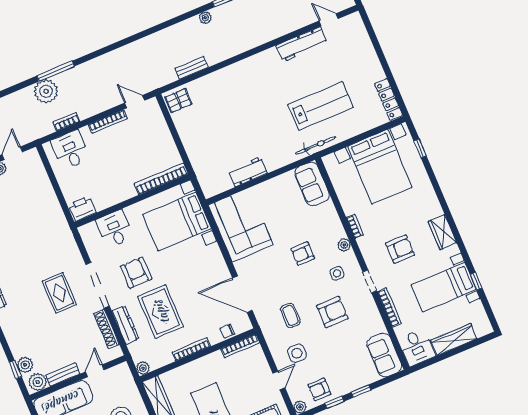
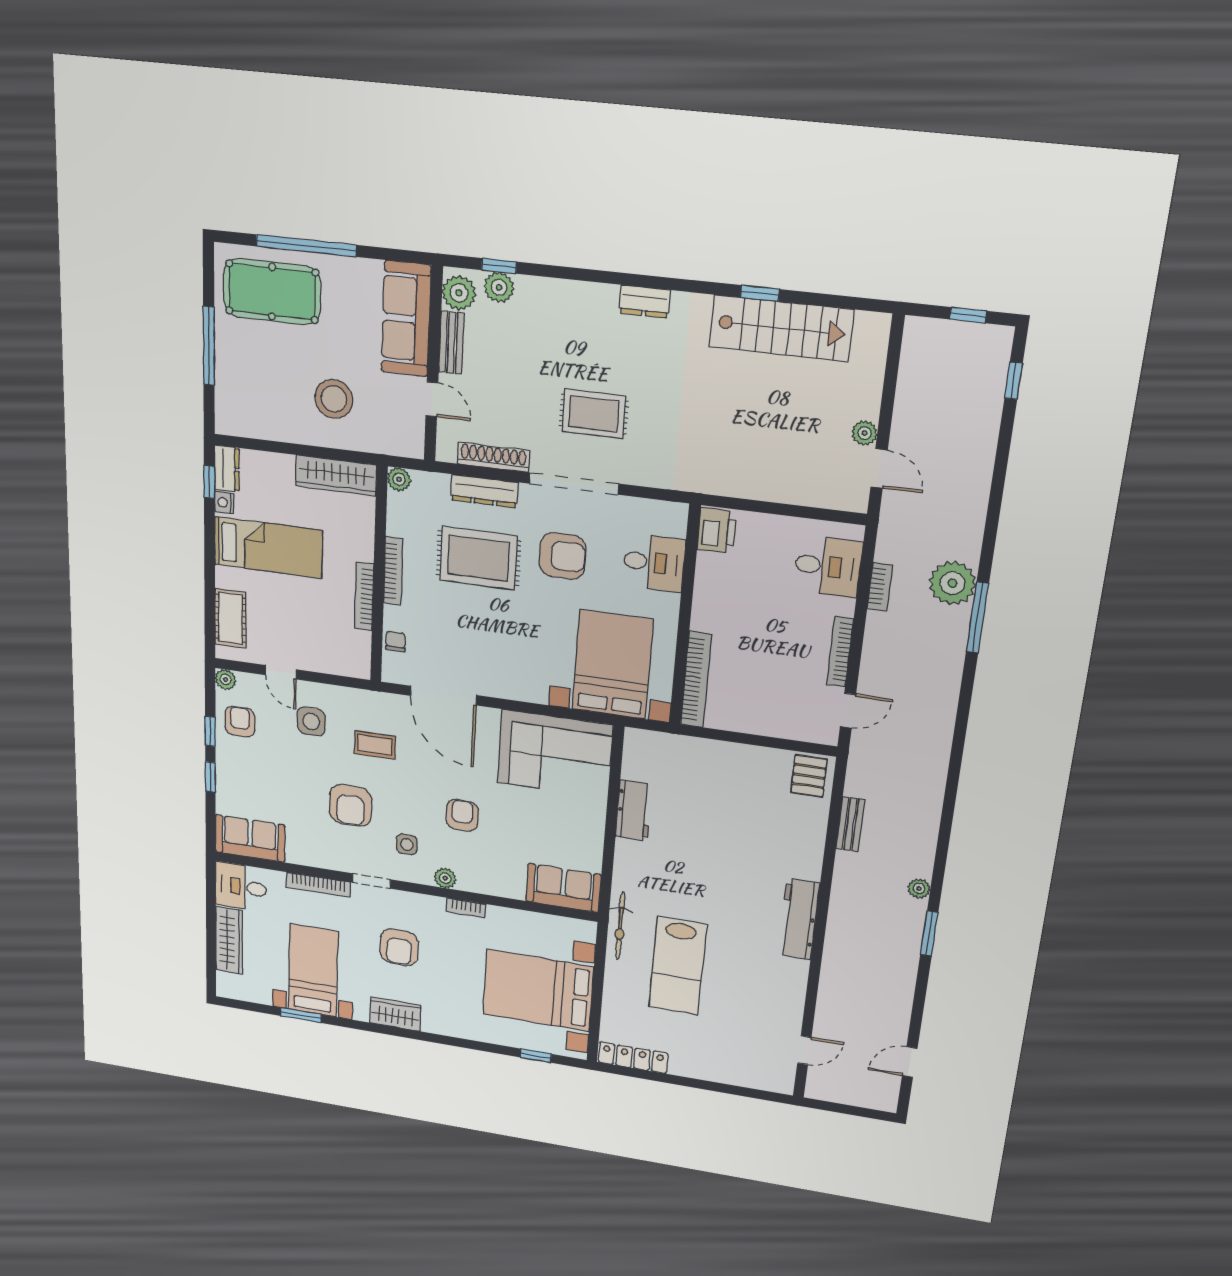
workbench: (302, 44) -> (799, 919), moved
window: (476, 281) -> (301, 1015), width x1.50
door: (242, 294) -> (444, 696), swing flipped
bookcase: (240, 346) -> (364, 596), moved

